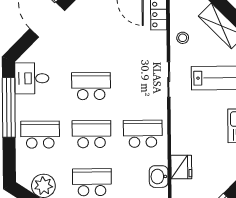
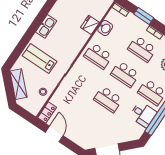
desk: (32, 78) -> (143, 114), moved

